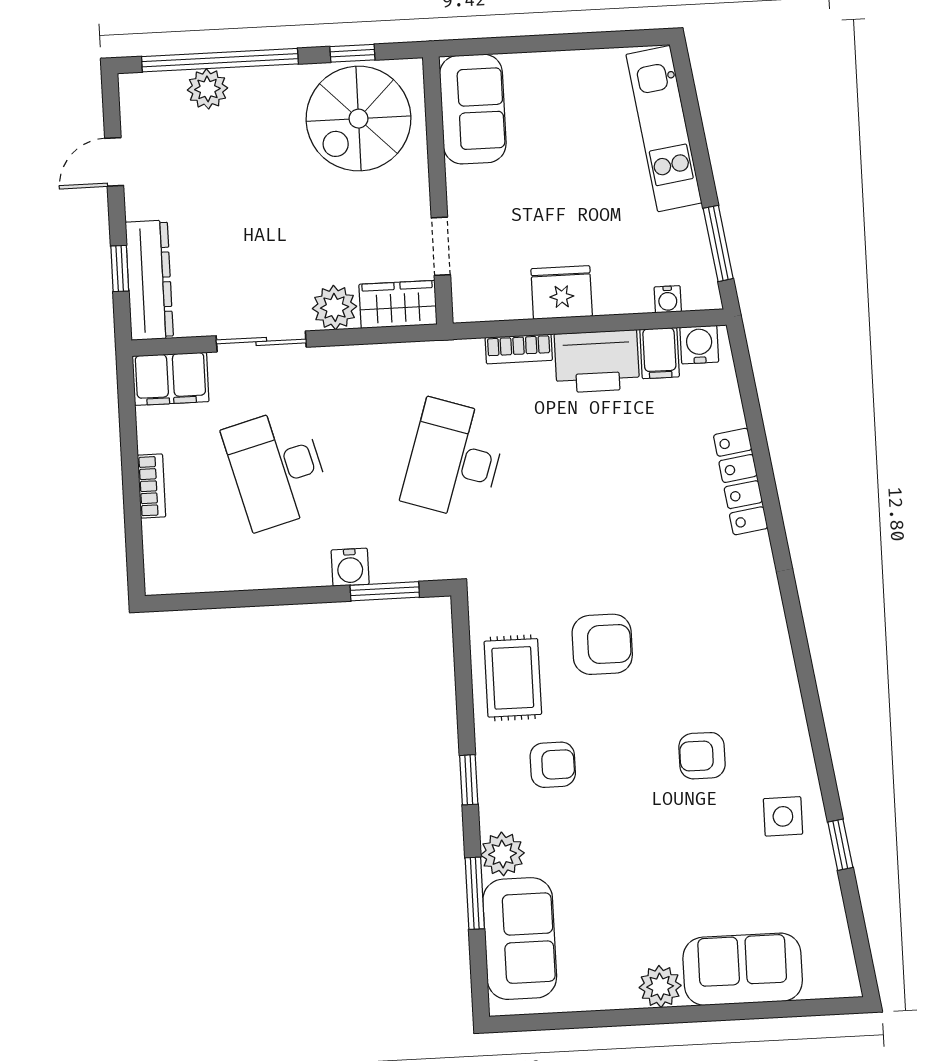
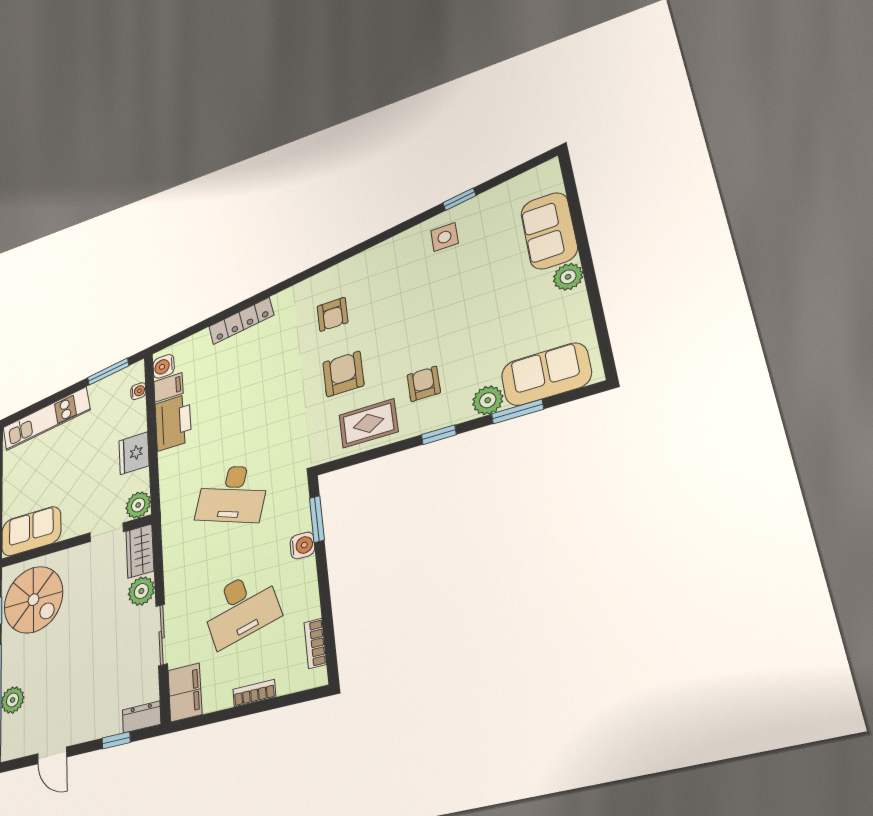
dresser: (149, 280) -> (142, 717), width x0.51, depth x0.80
plant: (473, 301) -> (138, 505), added
bookcase: (519, 349) -> (315, 643), moved, turned 180
armchair: (702, 756) -> (333, 314), moved

